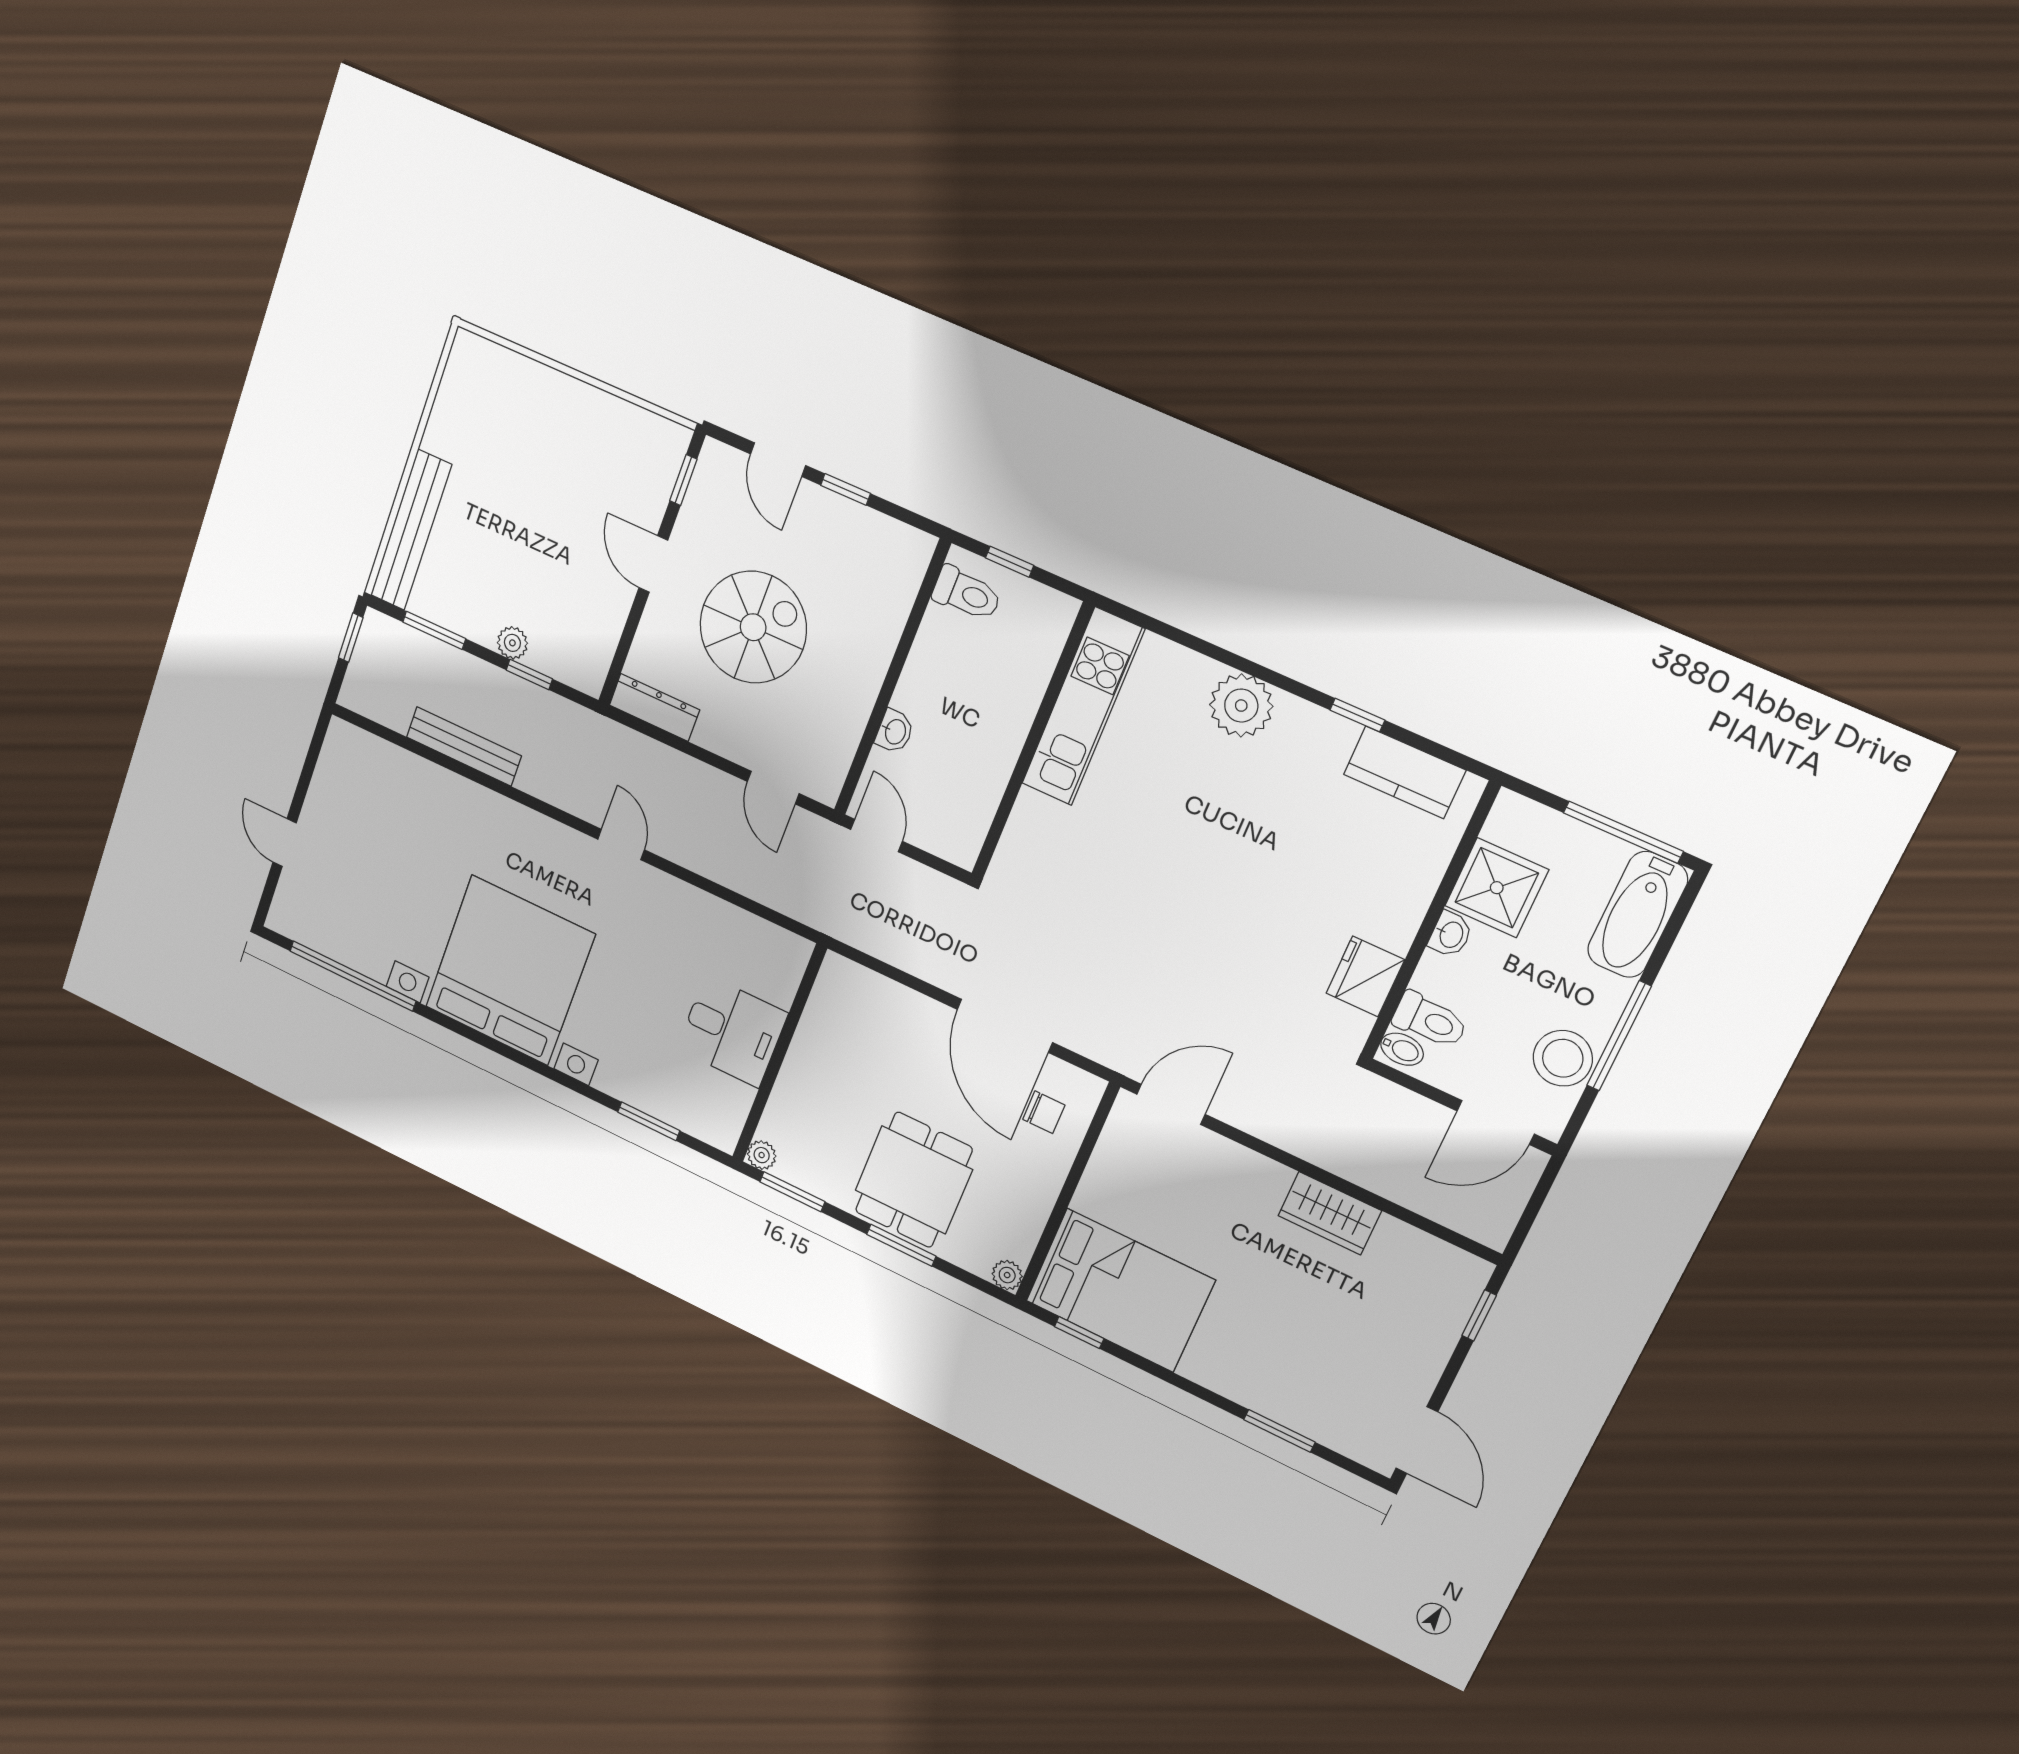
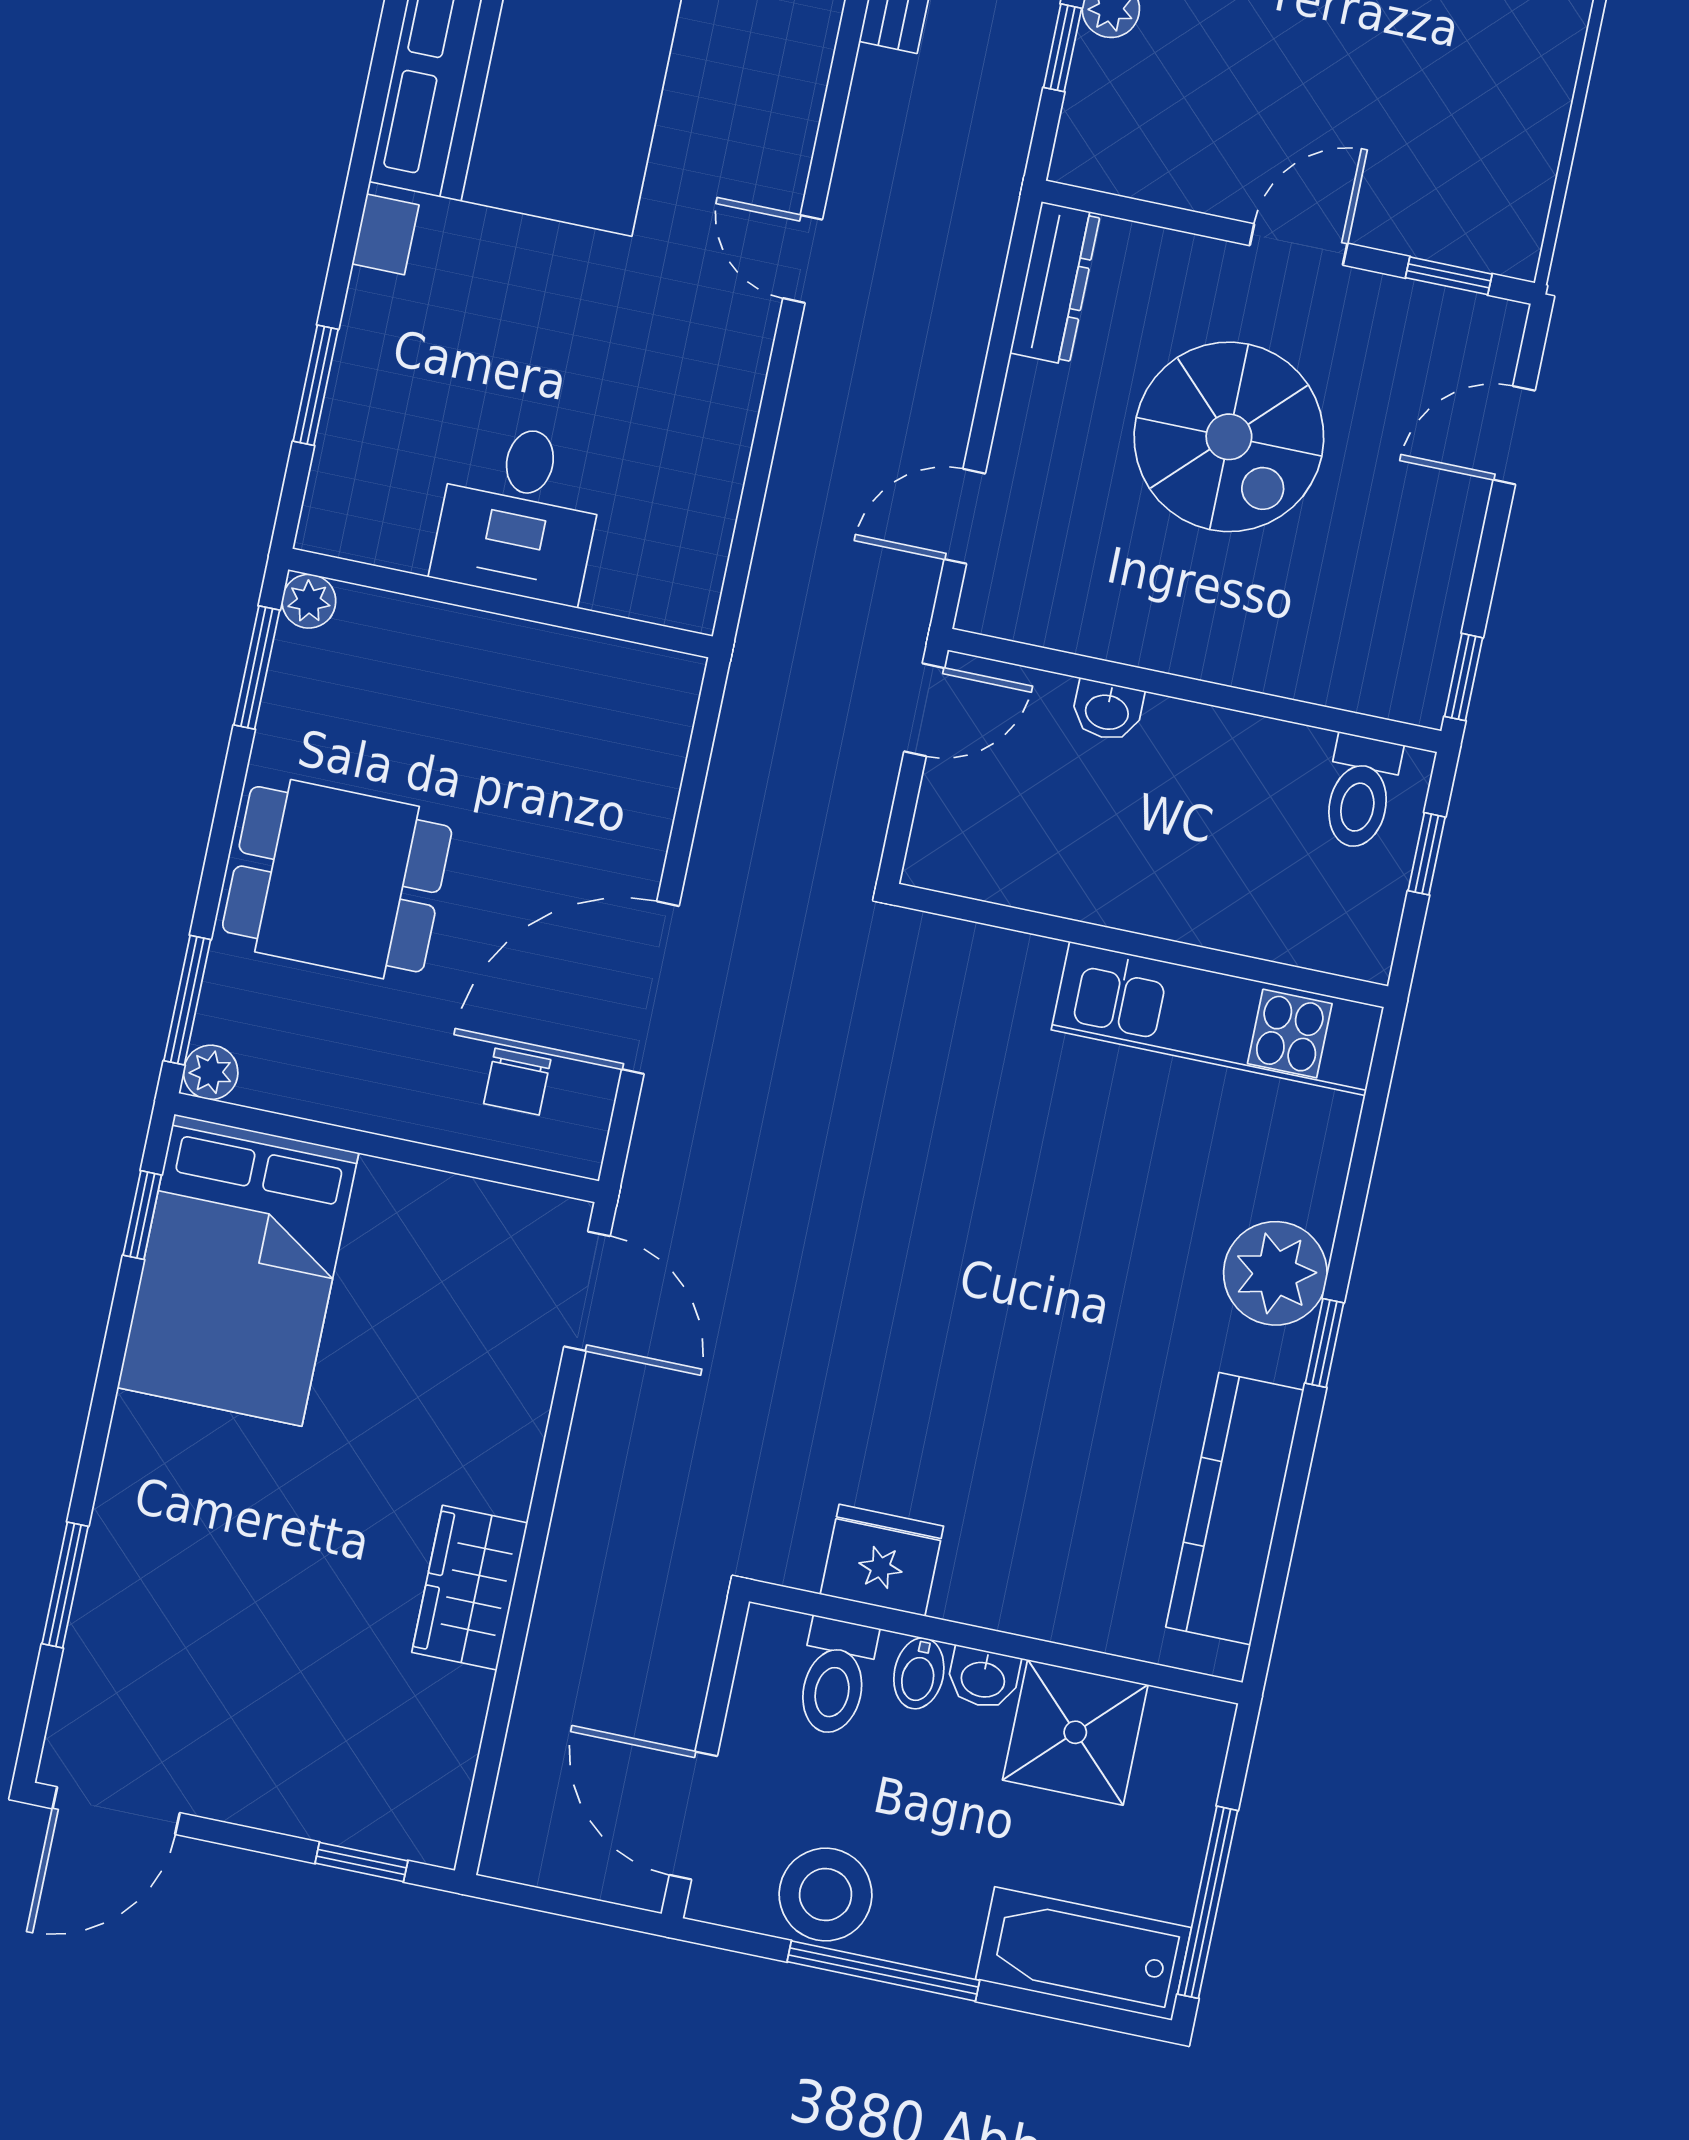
window: (845, 489) -> (1464, 677), moved
window: (1357, 715) -> (1325, 1343), moved
kitchen counter: (1405, 772) -> (1235, 1509), width x1.50
door: (621, 845) -> (803, 259), swing flipped
bidet: (1402, 1049) -> (919, 1673), moved
window: (901, 1245) -> (187, 1000), moved

